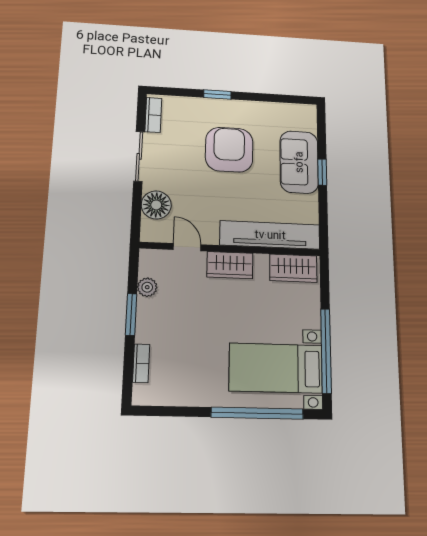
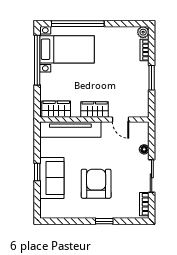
armchair: (229, 150) -> (96, 184), turned 180
floor lamp: (156, 205) -> (144, 149), width x0.53, depth x0.53
plant: (147, 287) -> (143, 32), moved

